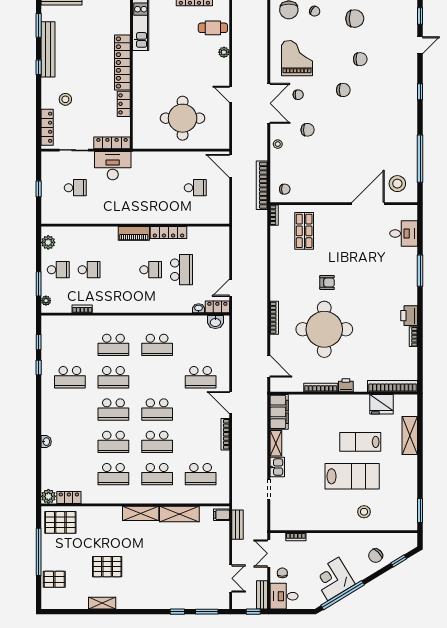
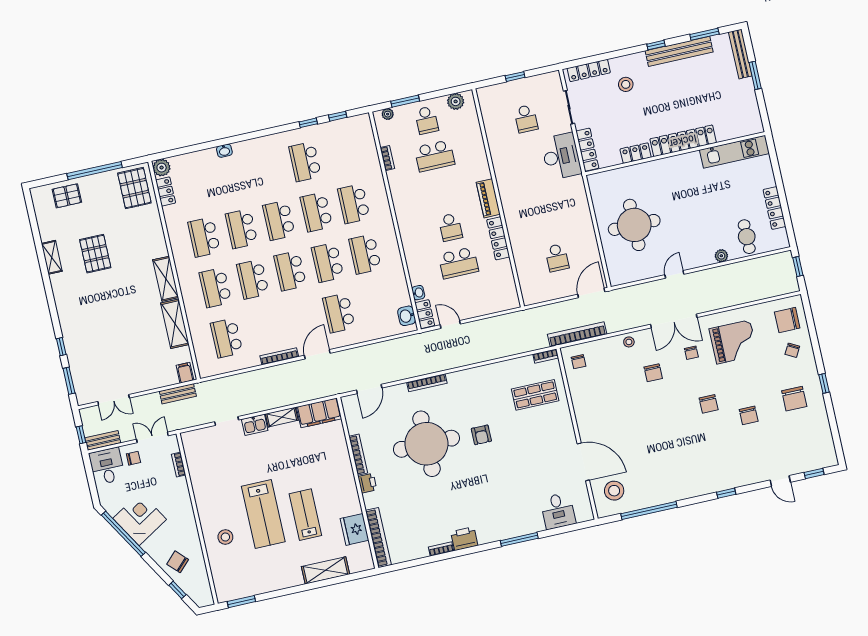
school desk: (89, 270) -> (435, 156), width x1.85
school desk: (157, 377) -> (328, 262), added
pallet: (54, 579) -> (67, 196), turned 90

